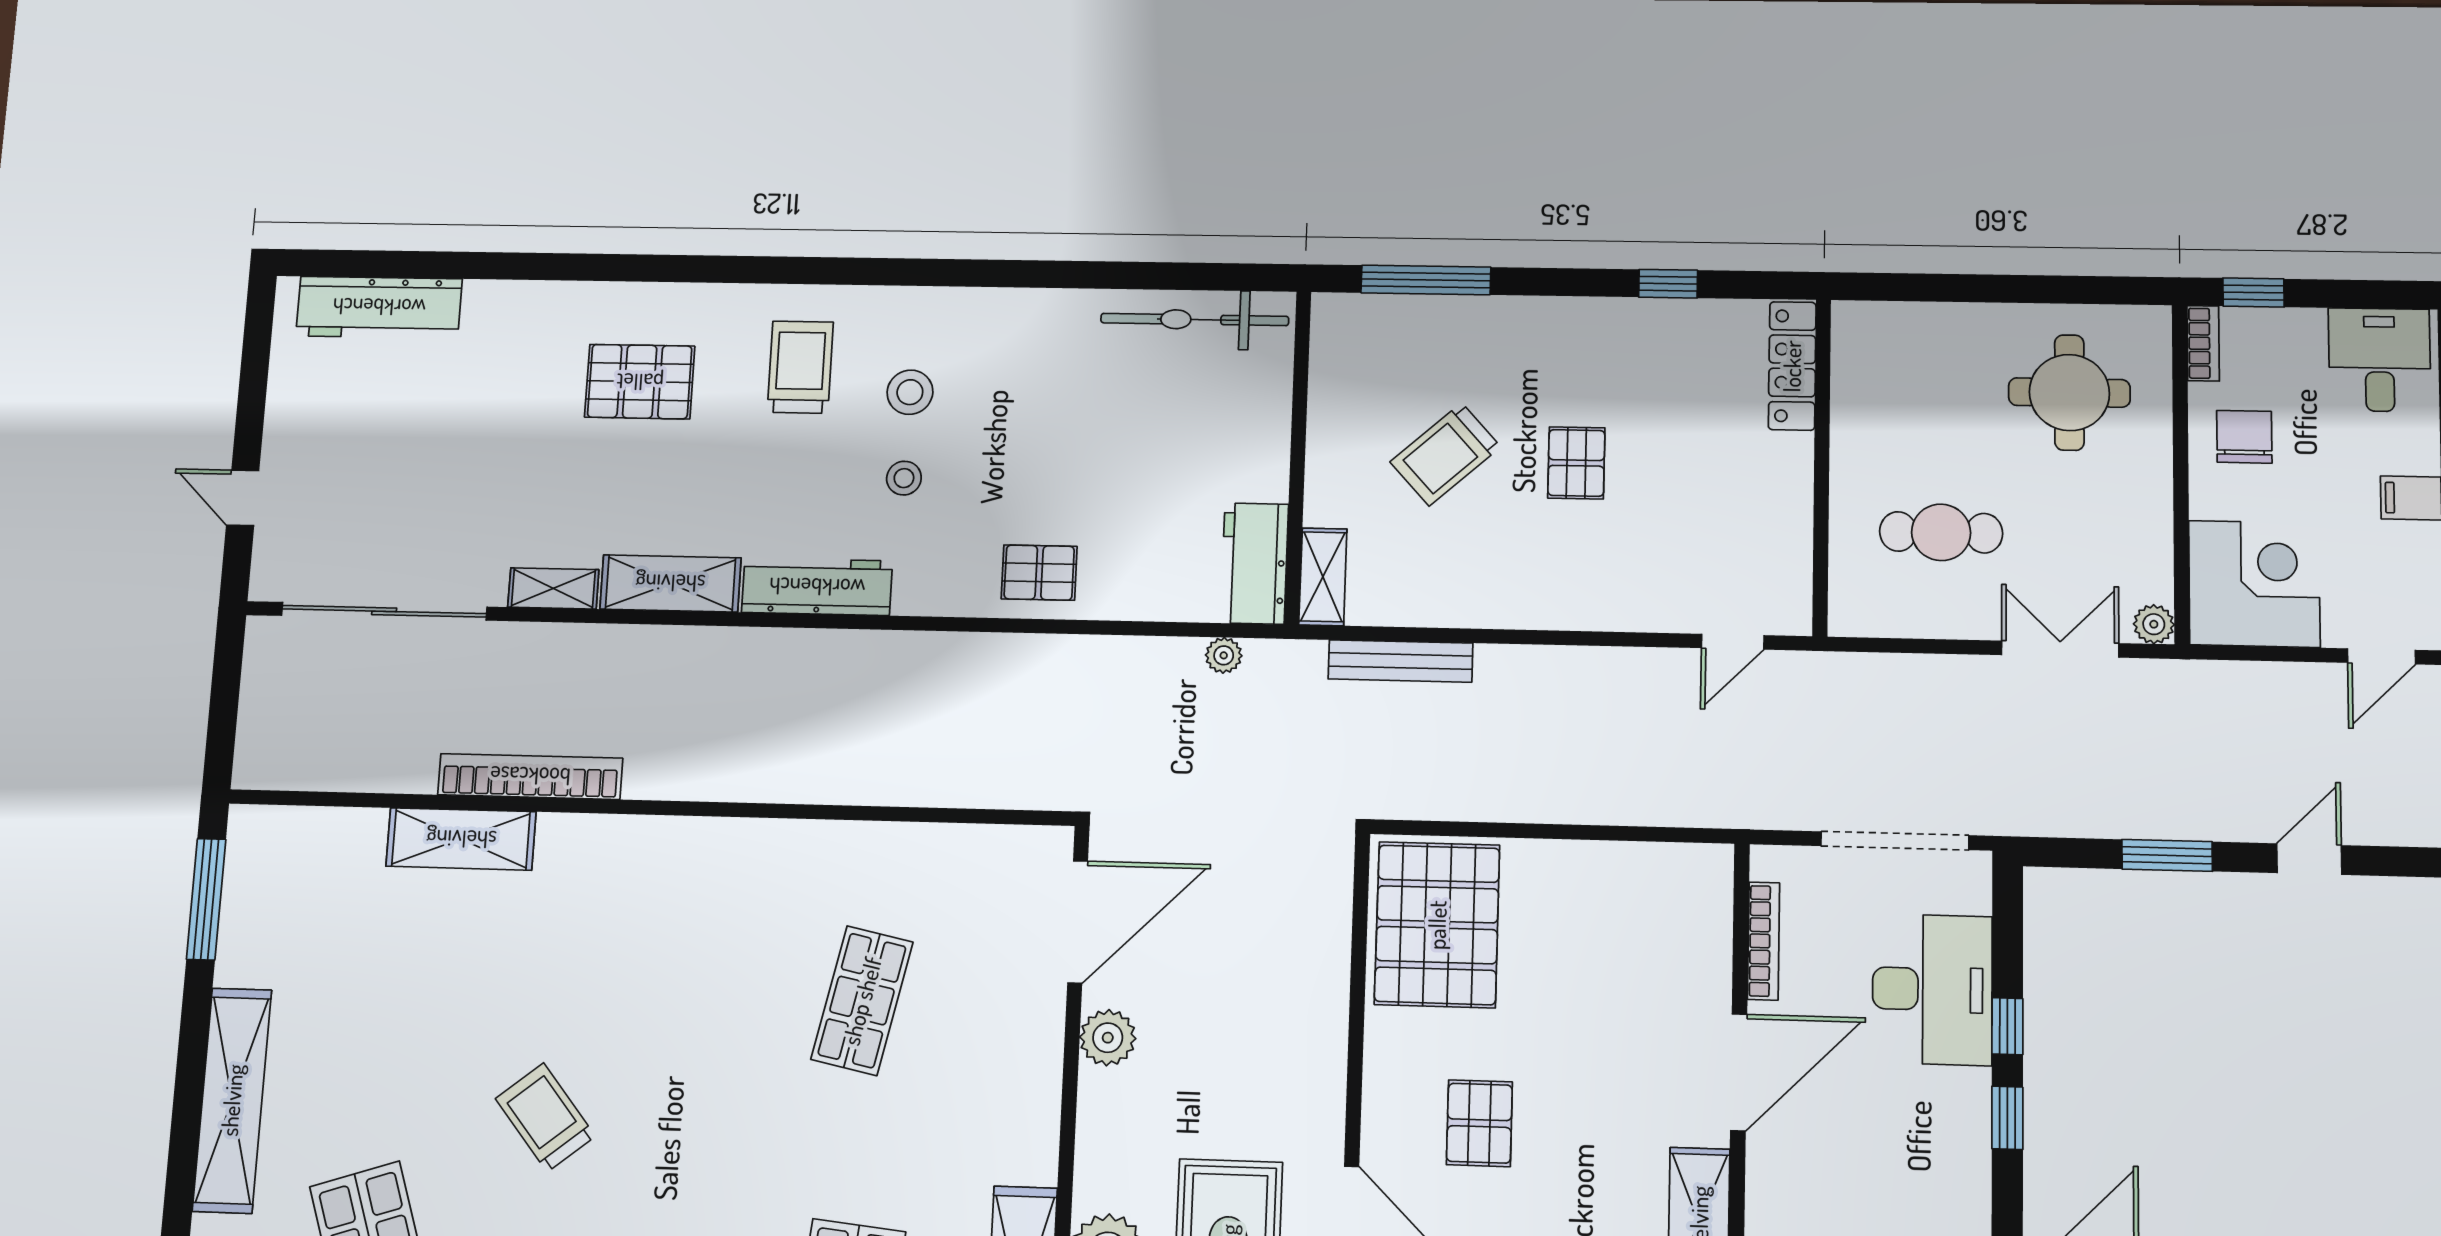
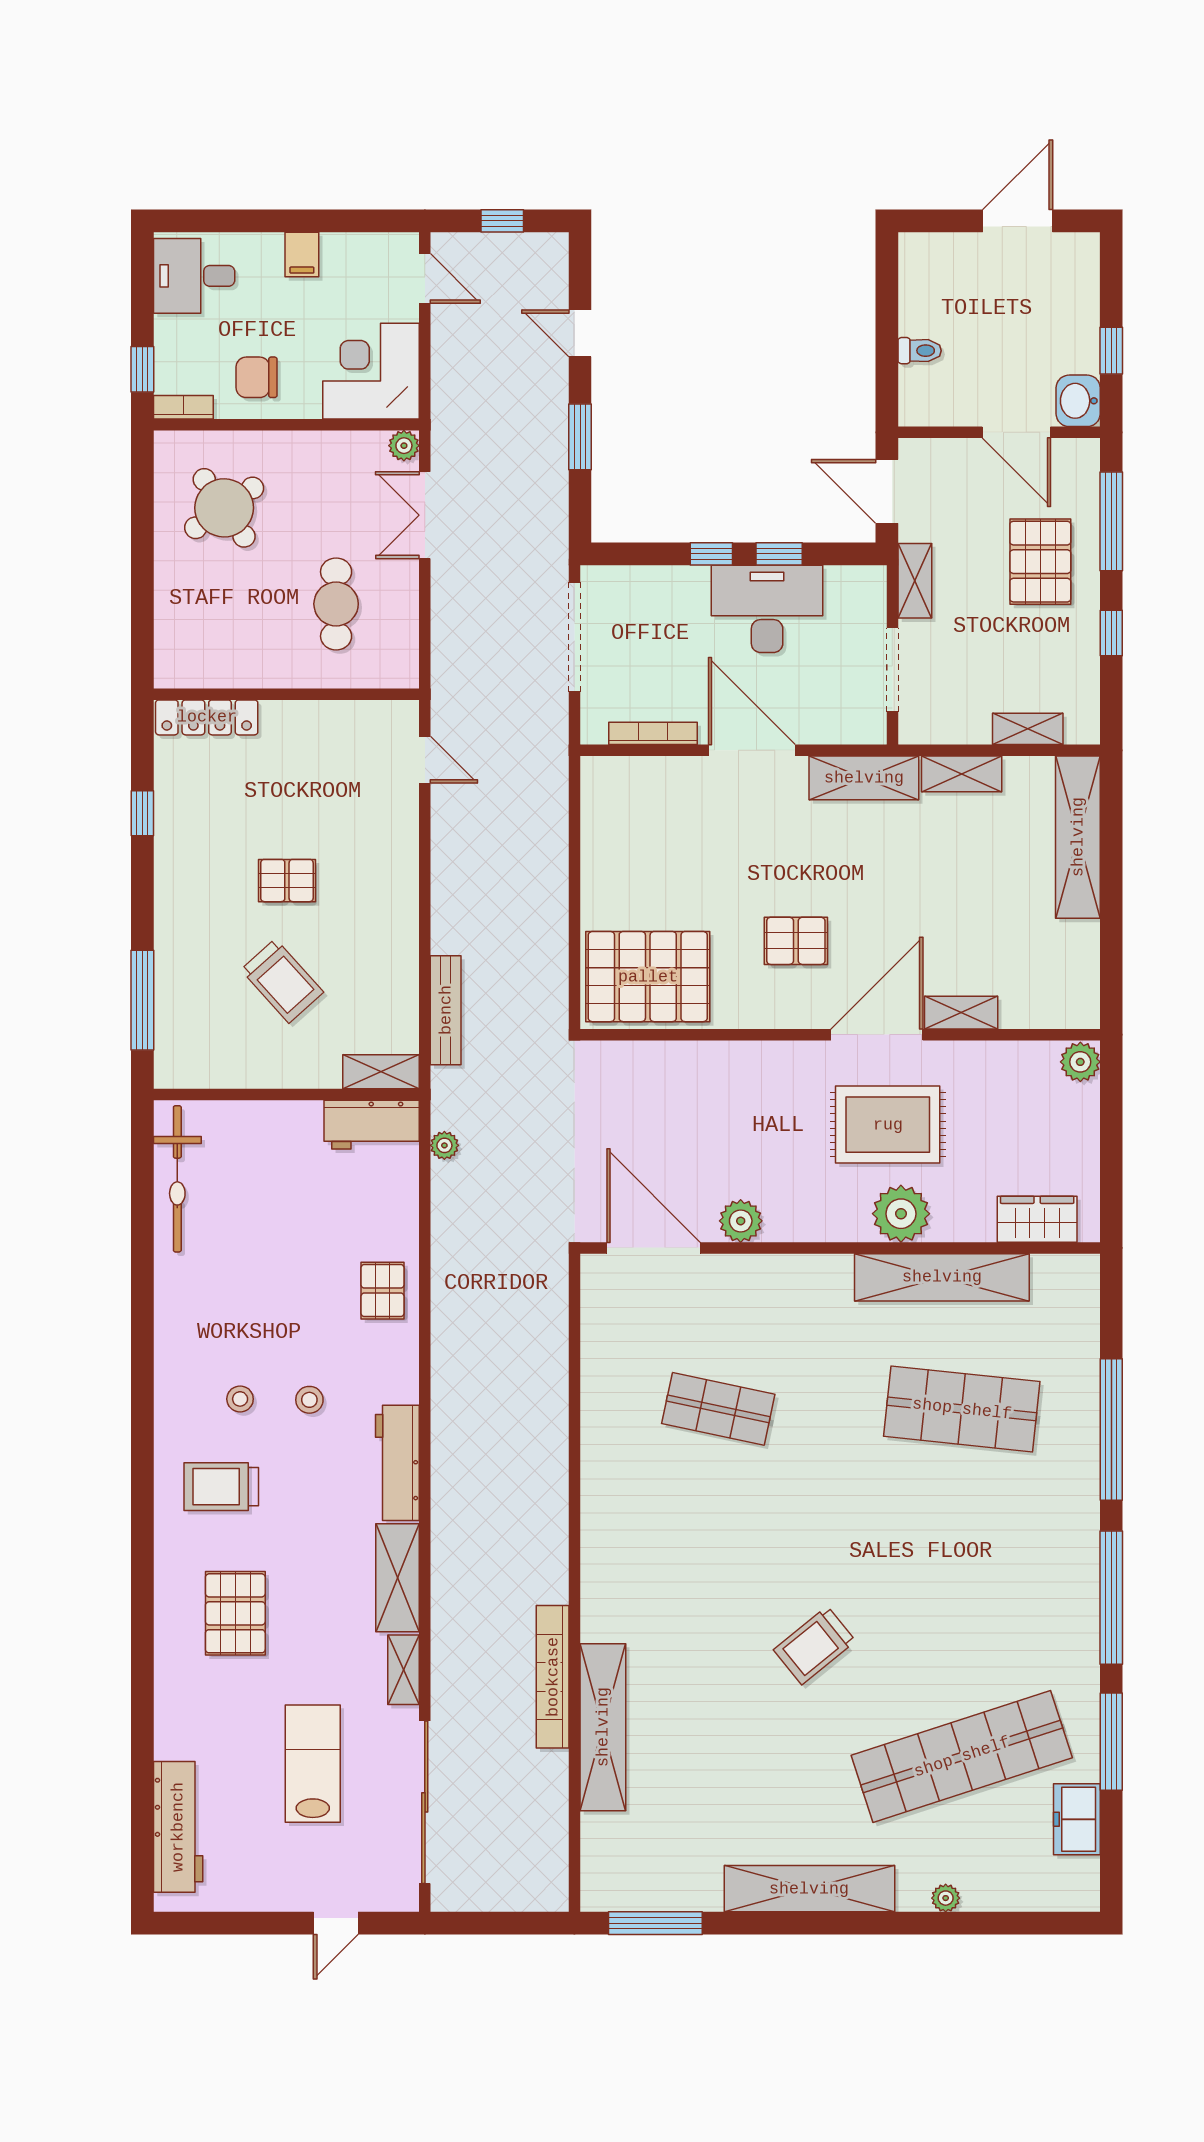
stool: (910, 392) -> (240, 1399), width x0.73, depth x0.73
round table: (2069, 393) -> (224, 508), turned -35
lab bench: (444, 473) -> (313, 1764), added
shelving: (461, 839) -> (603, 1727), width x1.47
desk: (1932, 989) -> (767, 609), moved

